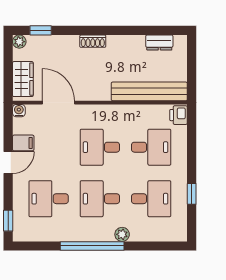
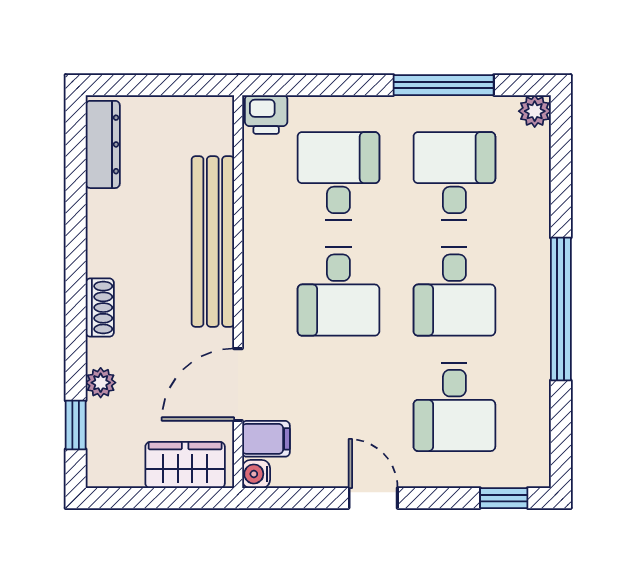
plant: (19, 42) -> (101, 383), moved
dresser: (159, 42) -> (103, 144), width x1.44
bench: (149, 91) -> (213, 242), moved
filing cabinet: (23, 143) -> (266, 439), moved, turned 90
window: (192, 194) -> (444, 85), width x2.17
plant: (122, 234) -> (535, 111), moved

